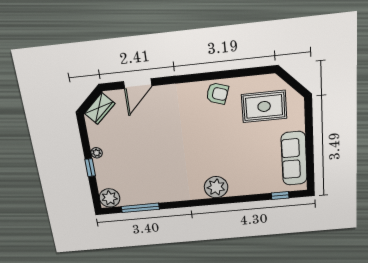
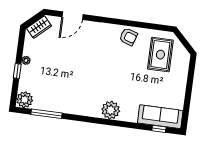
rug: (264, 106) -> (160, 55), turned 90
sofa: (294, 158) -> (160, 117), moved, turned 90

